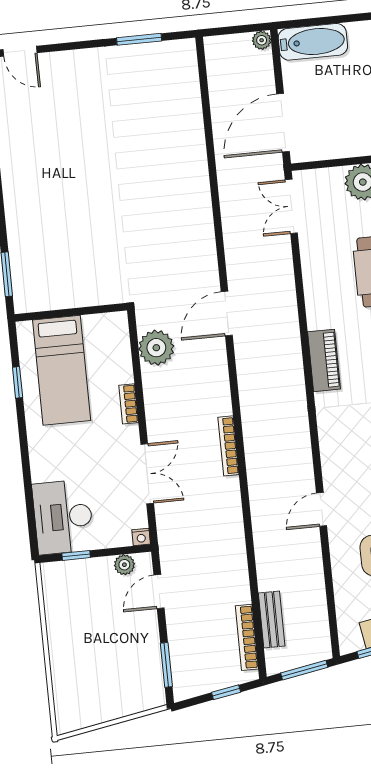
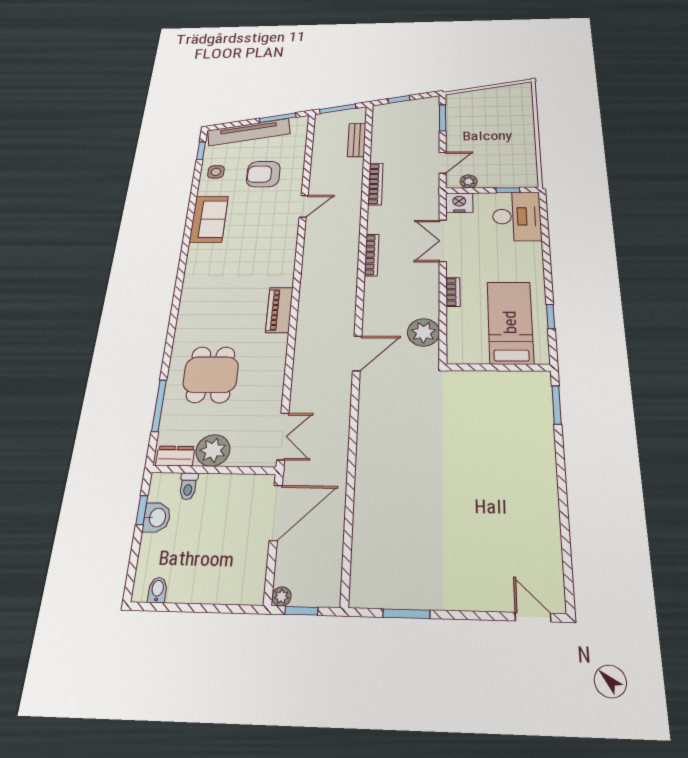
window: (240, 29) -> (301, 611), added
bathtub: (313, 42) -> (231, 588), removed
nightstand: (141, 537) -> (459, 203), width x1.89, depth x1.79
bookcase: (247, 637) -> (375, 184), moved

